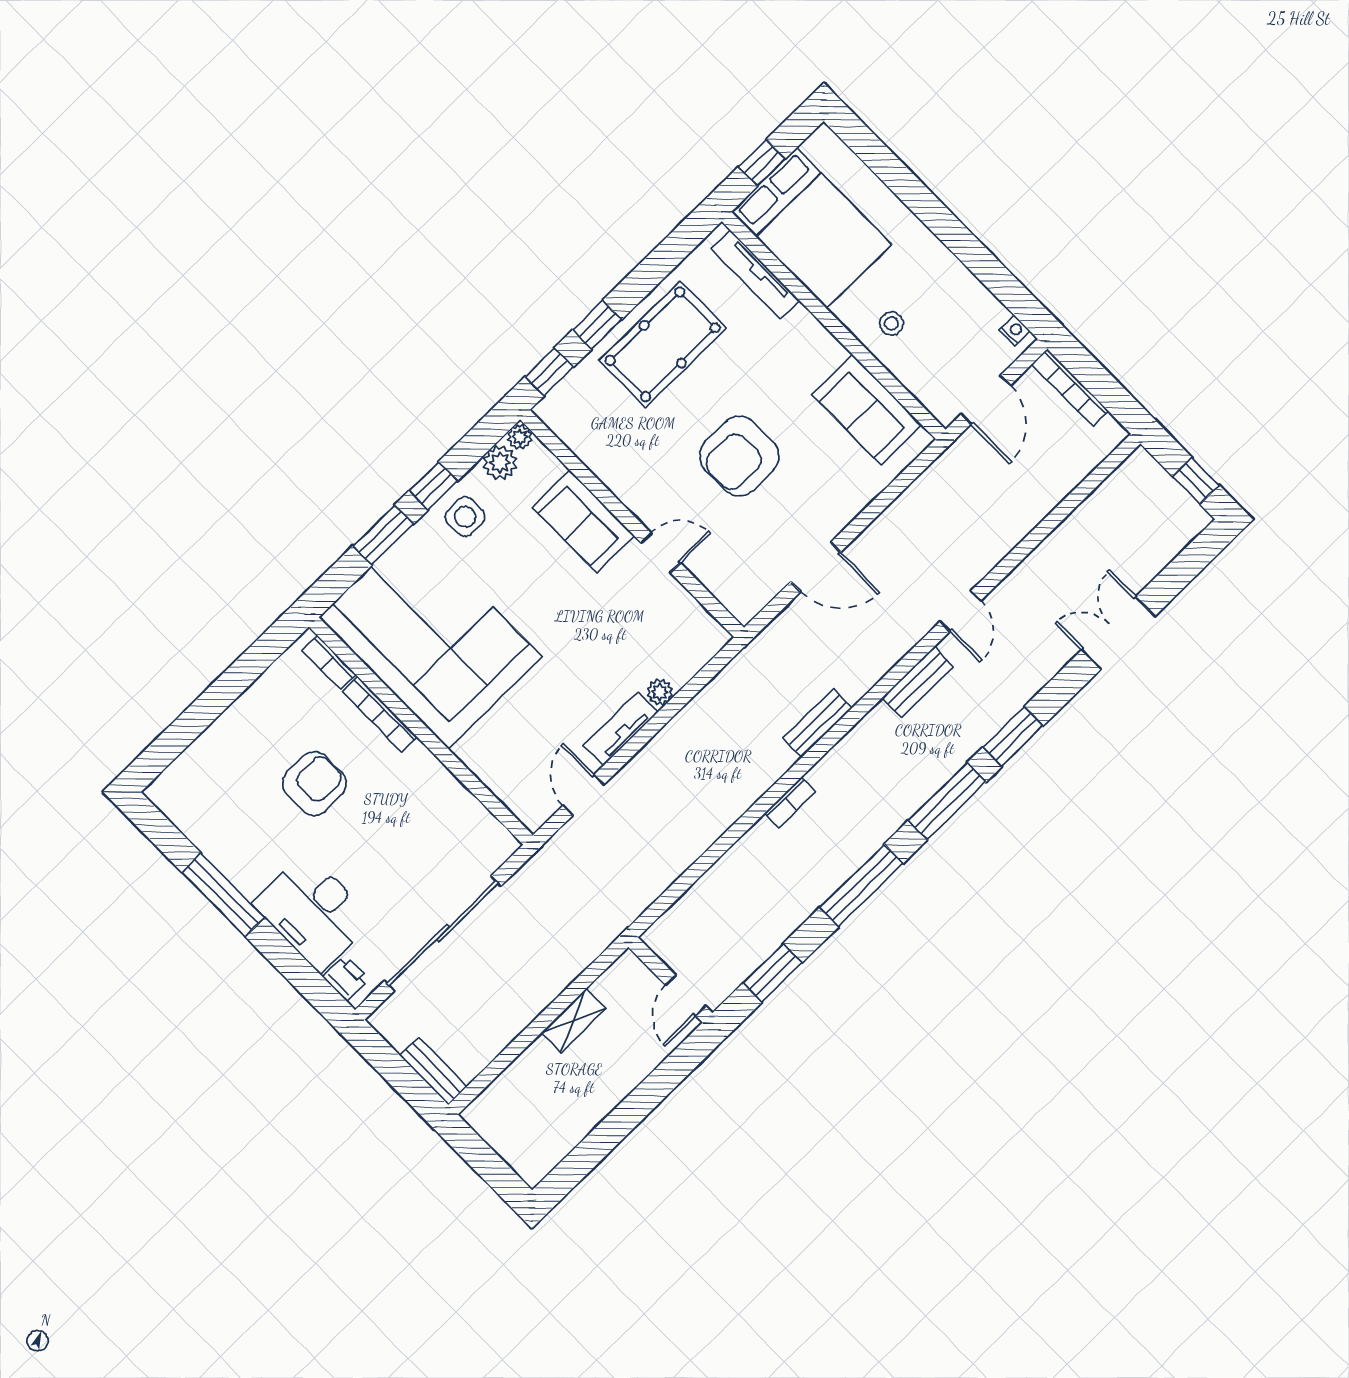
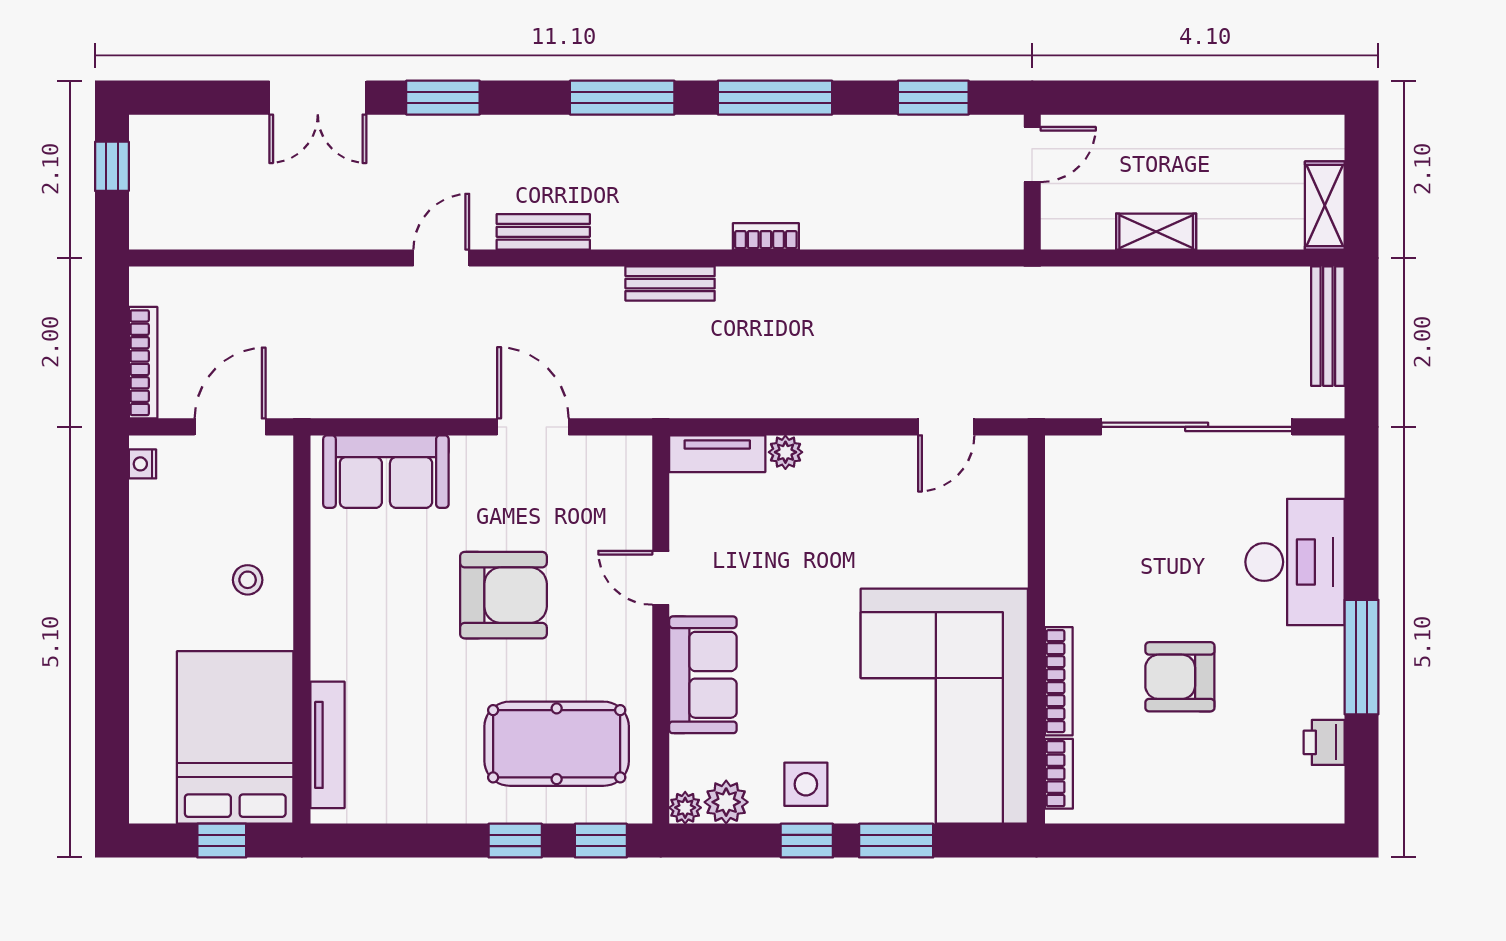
pool table: (663, 344) -> (557, 744), moved
sofa: (867, 410) -> (386, 472), moved, turned 90
tv unit: (621, 729) -> (717, 454), moved
window: (1013, 737) -> (443, 98), moved
printer: (346, 978) -> (1324, 742), moved
bench: (433, 1071) -> (1328, 326), width x1.36
shelving: (493, 1128) -> (1325, 205), added

